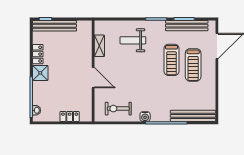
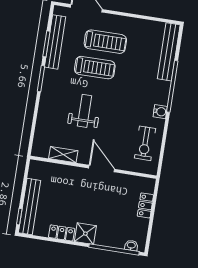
weight bench: (133, 40) -> (85, 111), moved, turned 180
door: (93, 78) -> (102, 169), hinge flipped

